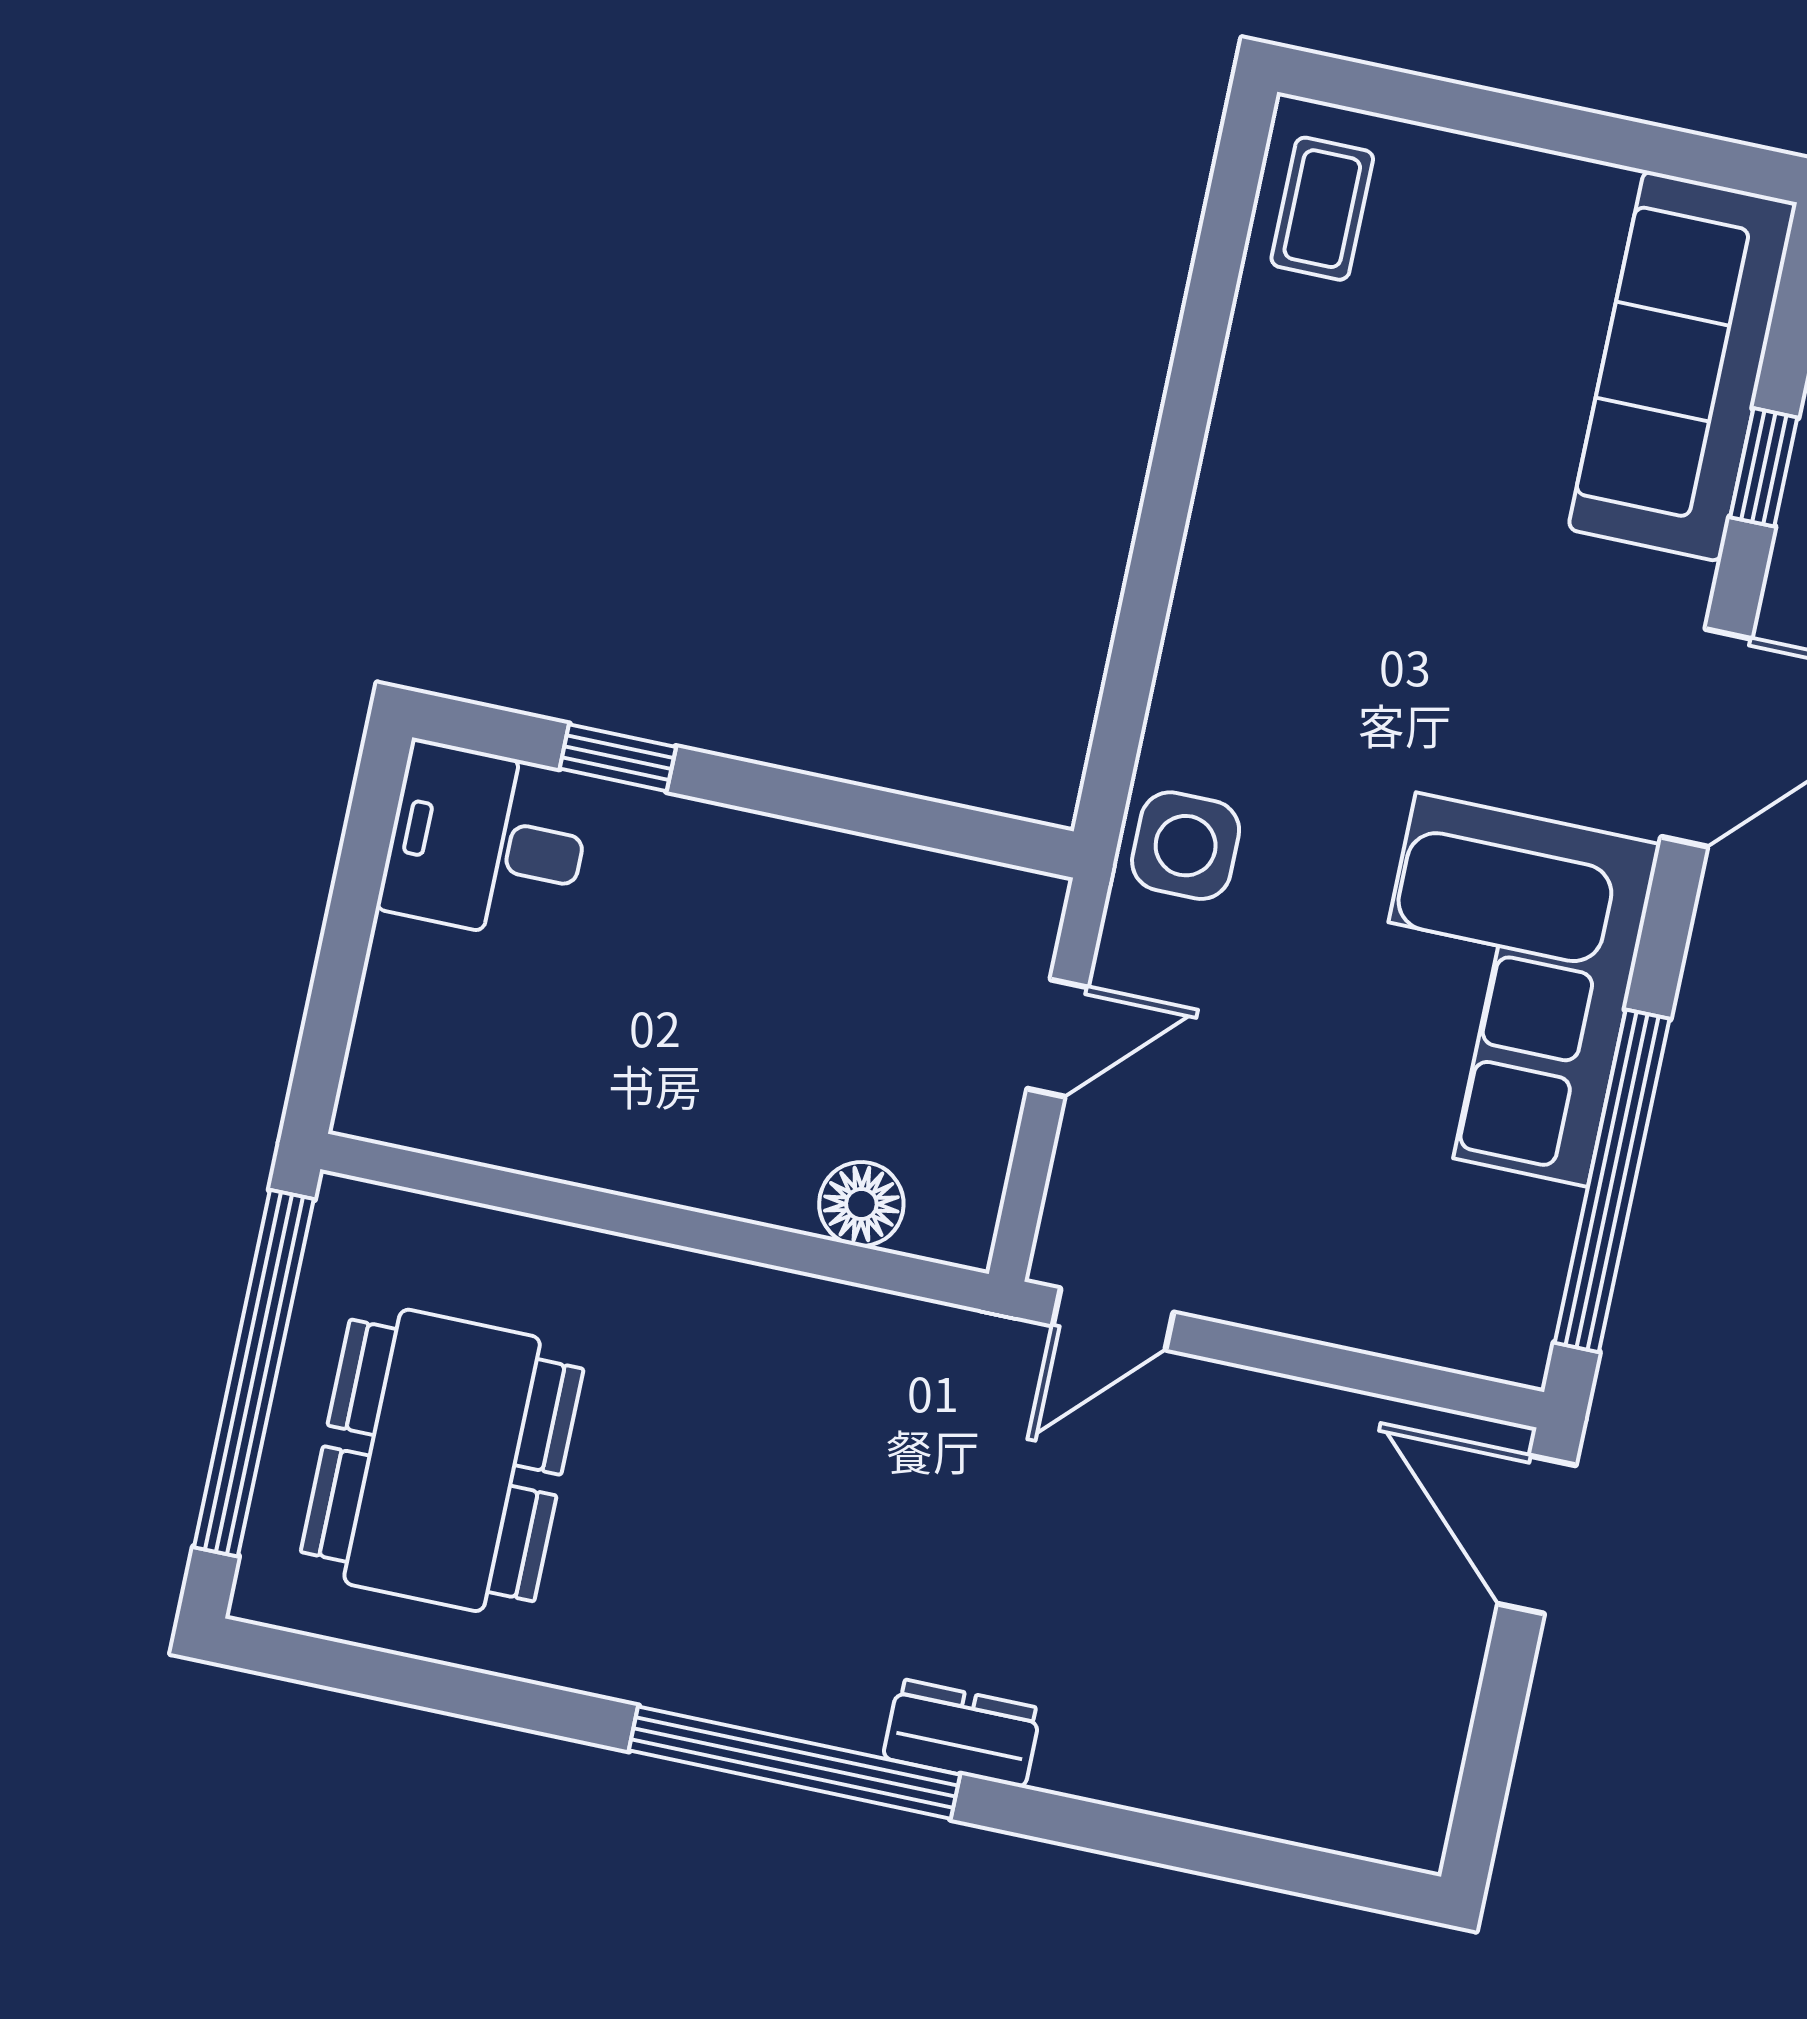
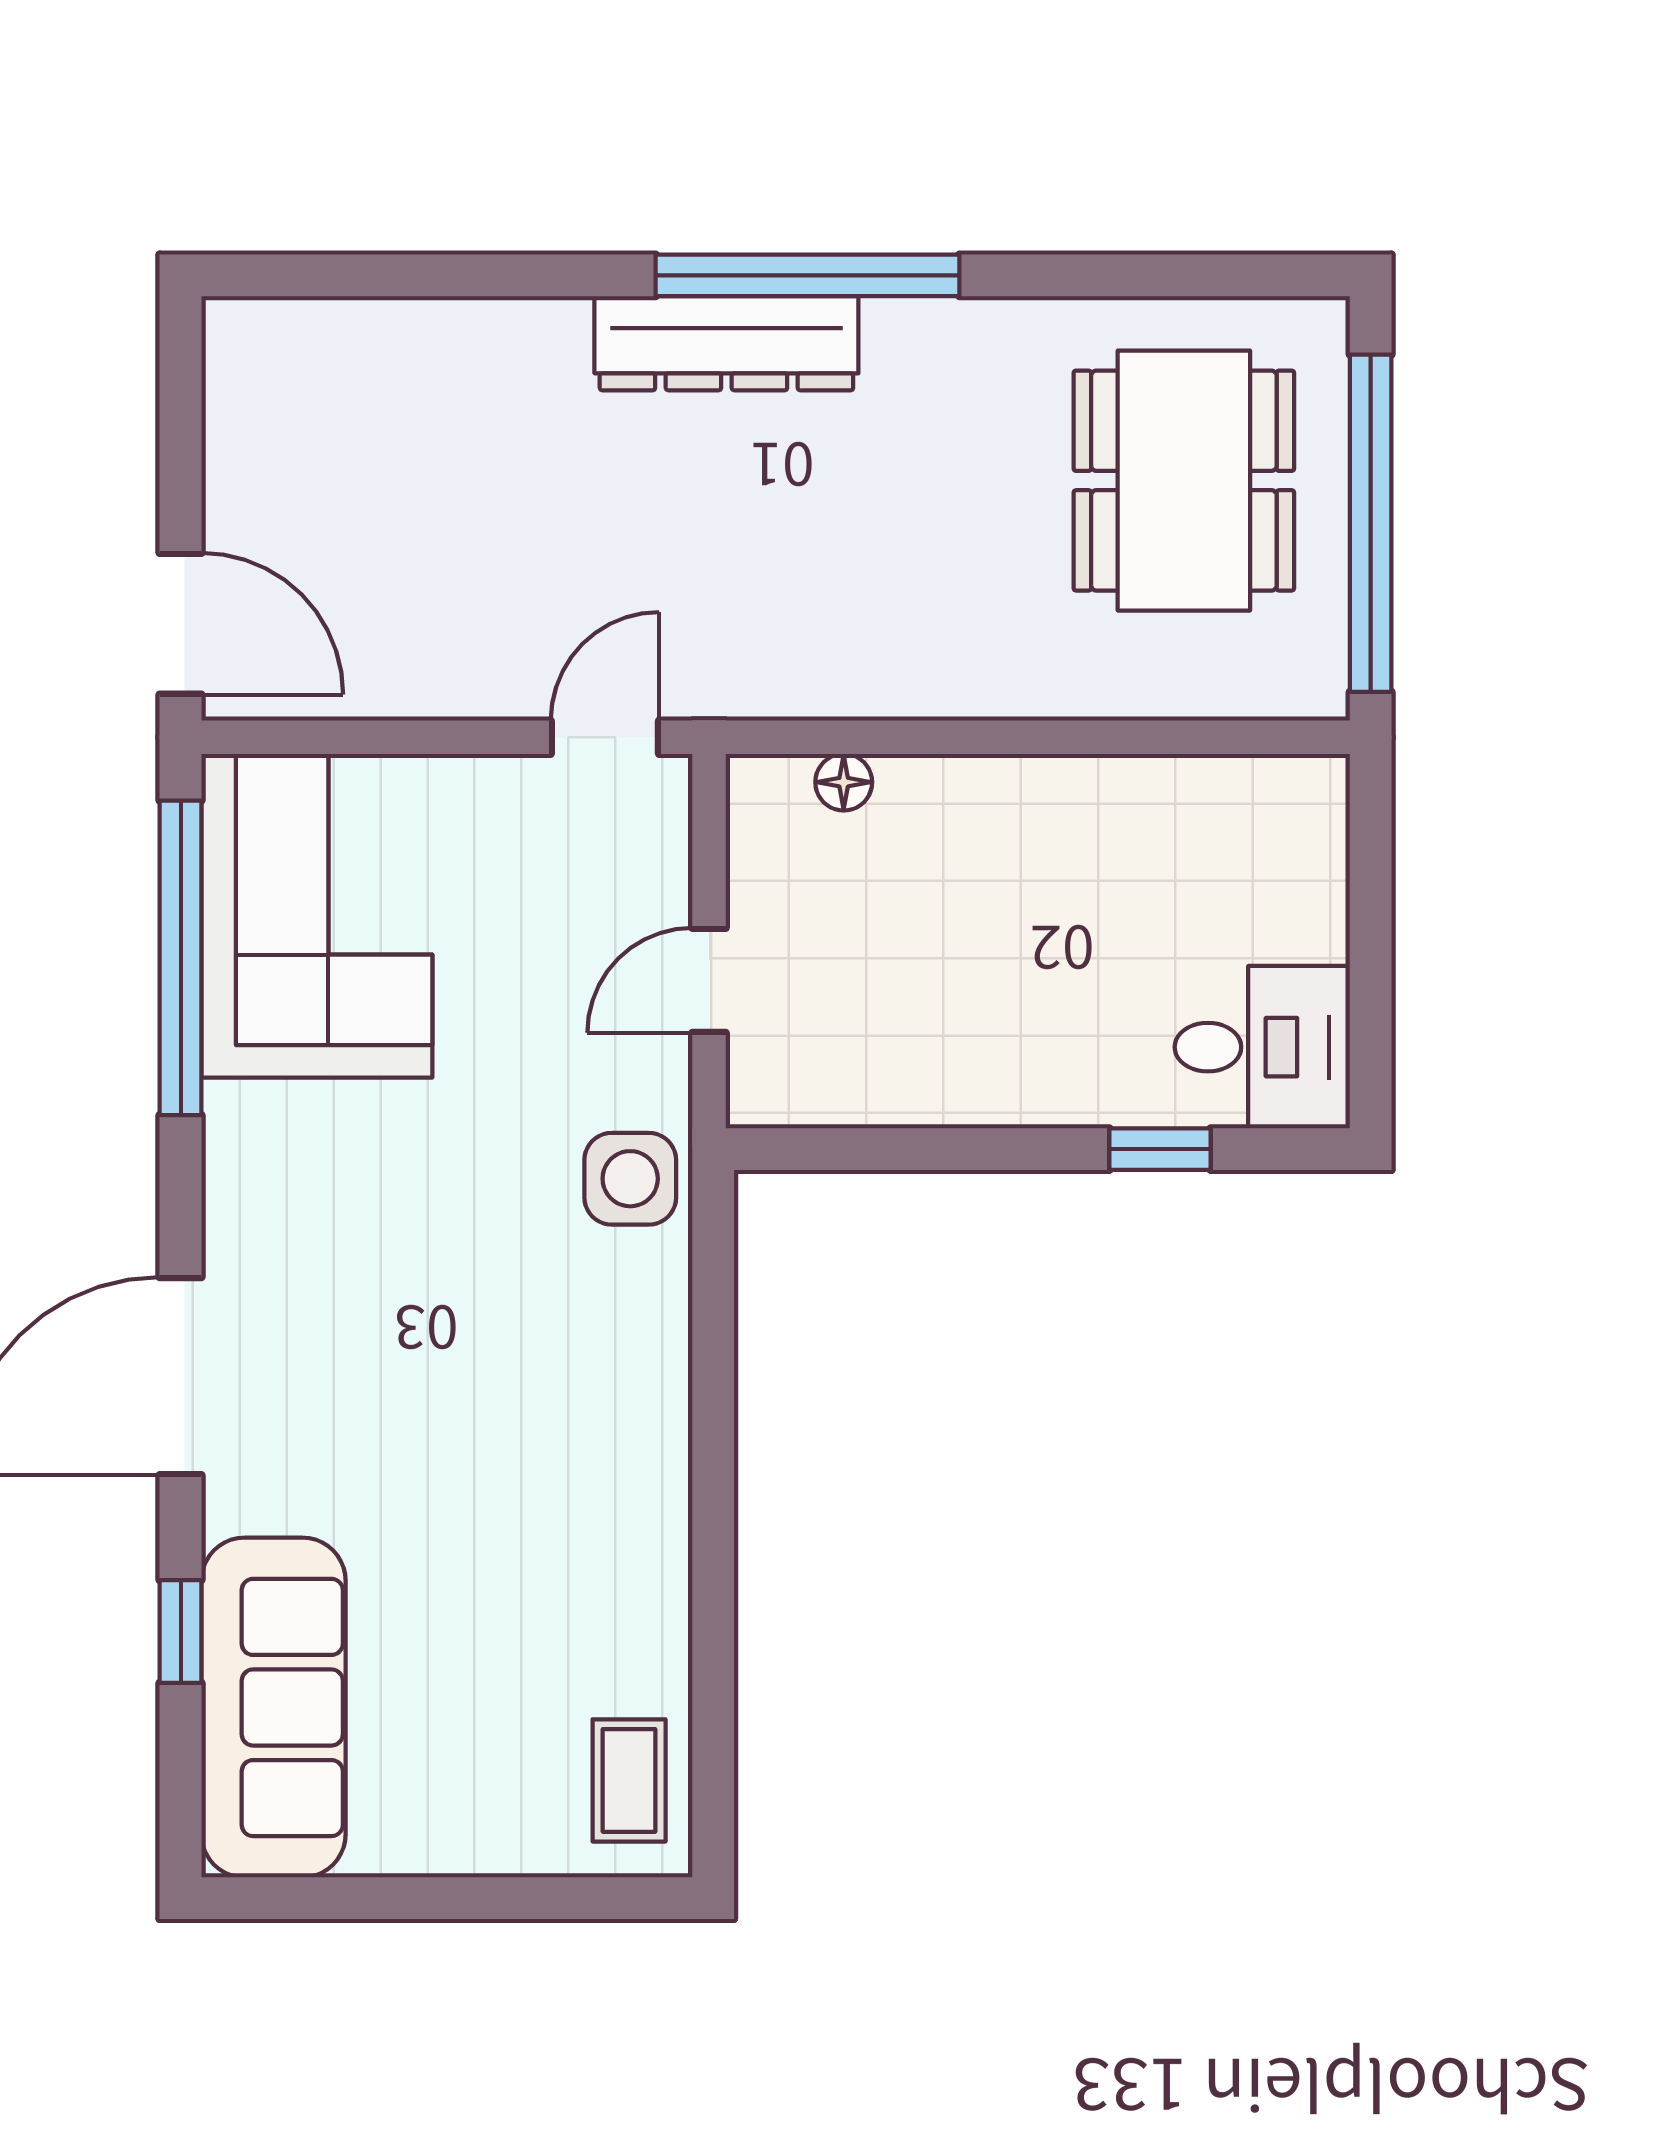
corner sofa: (1502, 990) -> (317, 916), moved
floor lamp: (861, 1204) -> (844, 782), width x0.73, depth x0.73
dresser: (962, 1733) -> (726, 343), width x1.96, depth x1.24

